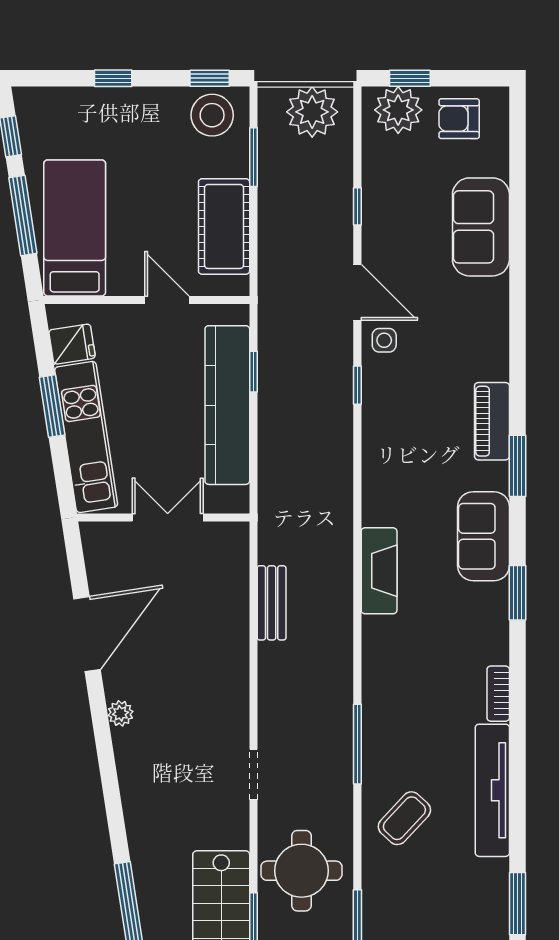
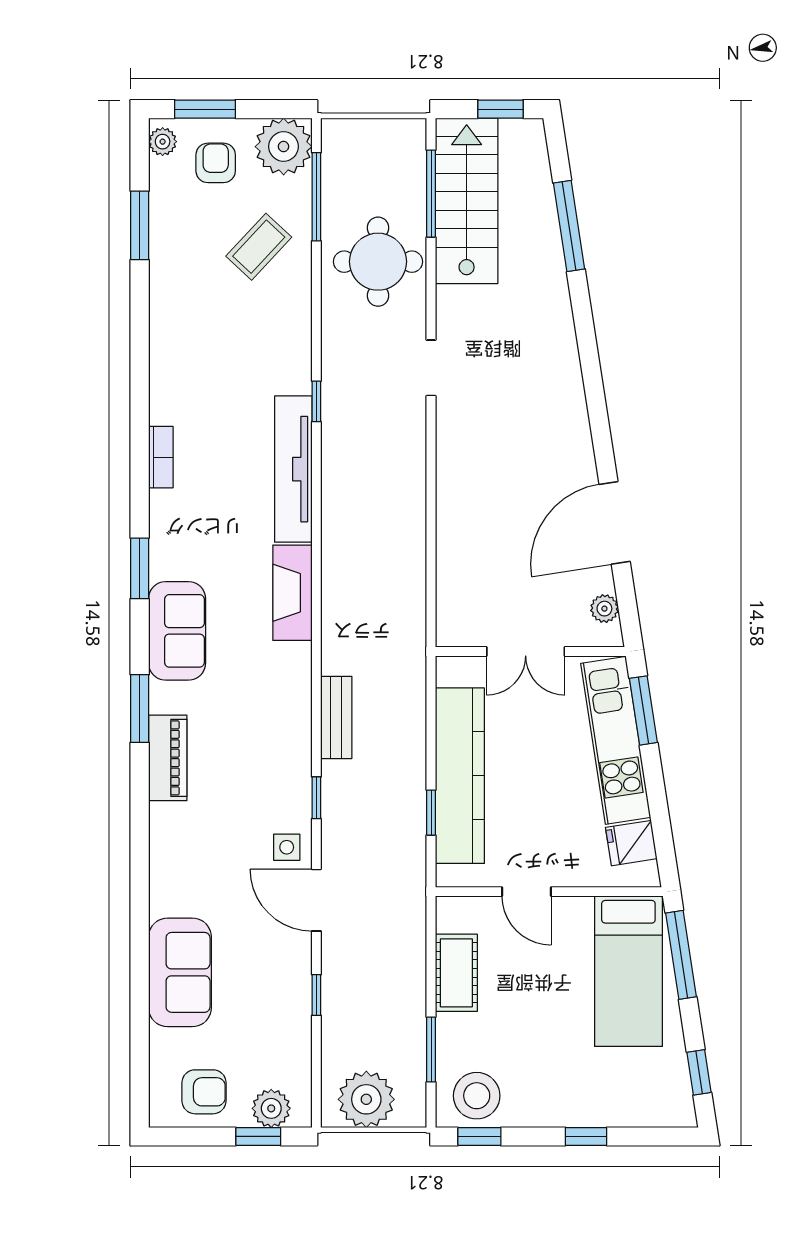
plant: (398, 110) -> (271, 1108), width x0.73, depth x0.73
window: (23, 216) -> (681, 955), moved
cot: (224, 226) -> (456, 973), width x0.73, depth x0.75
window: (52, 406) -> (643, 710), moved
bench: (272, 603) -> (336, 718), moved
plant: (120, 713) -> (604, 609), moved
window: (357, 744) -> (316, 401), width x0.46
tv unit: (492, 790) -> (293, 469), moved, turned 180
coffee table: (404, 818) -> (259, 247), moved

